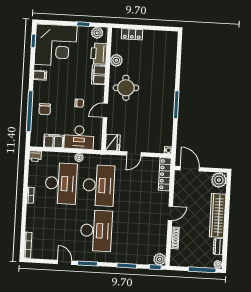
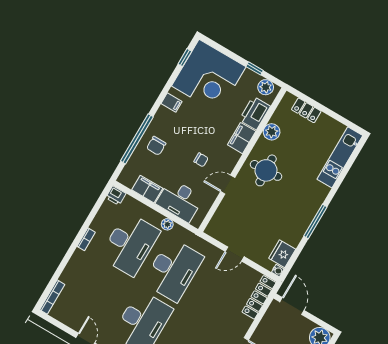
kitchen unit: (170, 54) -> (340, 157), added
fridge: (113, 143) -> (282, 254), moved, turned 180

